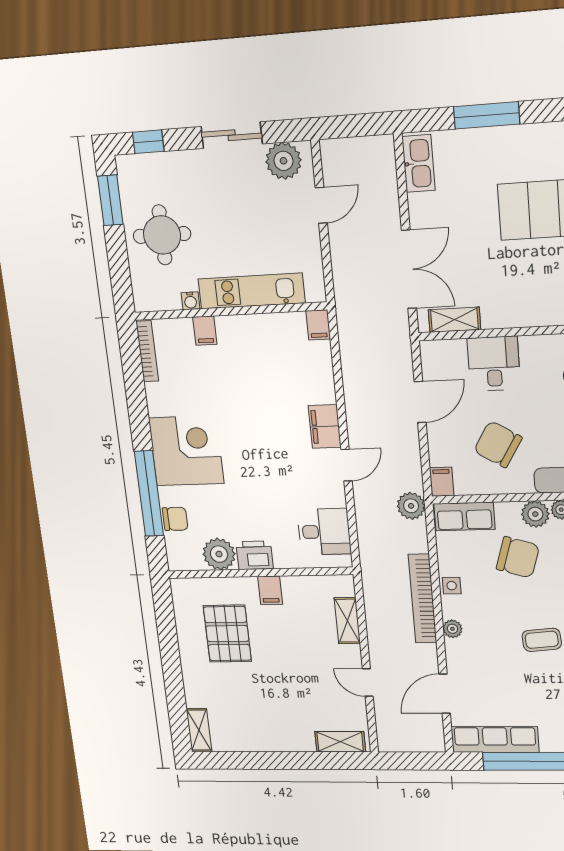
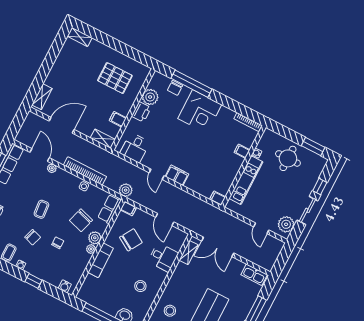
window: (148, 142) -> (320, 187), moved
filing cabinet: (270, 590) -> (118, 119), moved
shelving: (347, 621) -> (103, 139), moved
plant: (452, 629) -> (52, 168), moved
door: (368, 683) -> (62, 125), width x1.87

